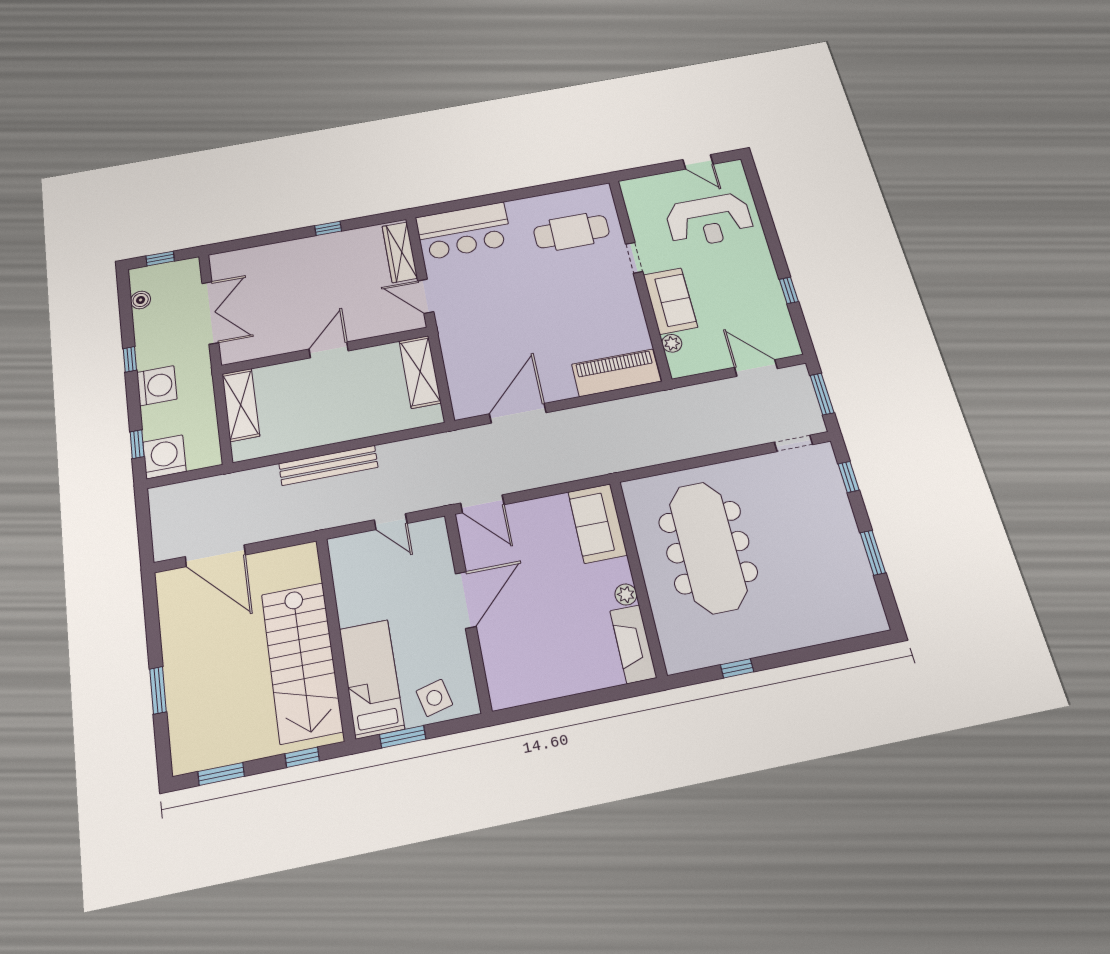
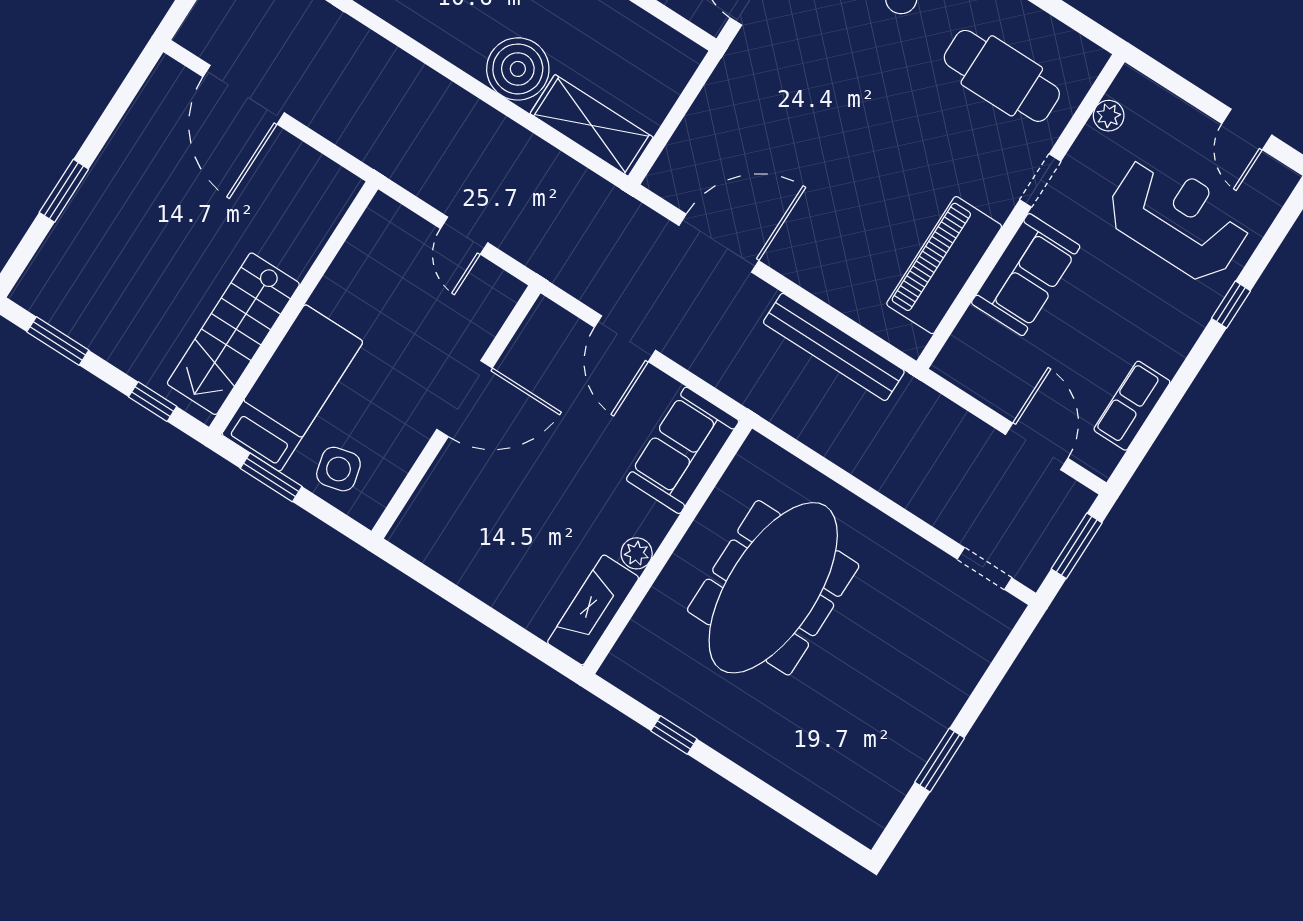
reception desk: (709, 220) -> (1178, 218), turned 180
window: (789, 290) -> (1231, 305), moved
row of seats: (777, 312) -> (1132, 406), added
plant: (672, 343) -> (1109, 116), moved
shelving: (420, 372) -> (592, 125), moved, turned 90
piano: (616, 373) -> (944, 265), moved, turned -90
boiler: (345, 422) -> (518, 69), added
bench: (328, 465) -> (834, 347), moved
window: (849, 477) -> (1003, 661), removed
door: (482, 504) -> (625, 339), moved
stairs: (302, 662) -> (233, 334), width x0.73, depth x0.66

